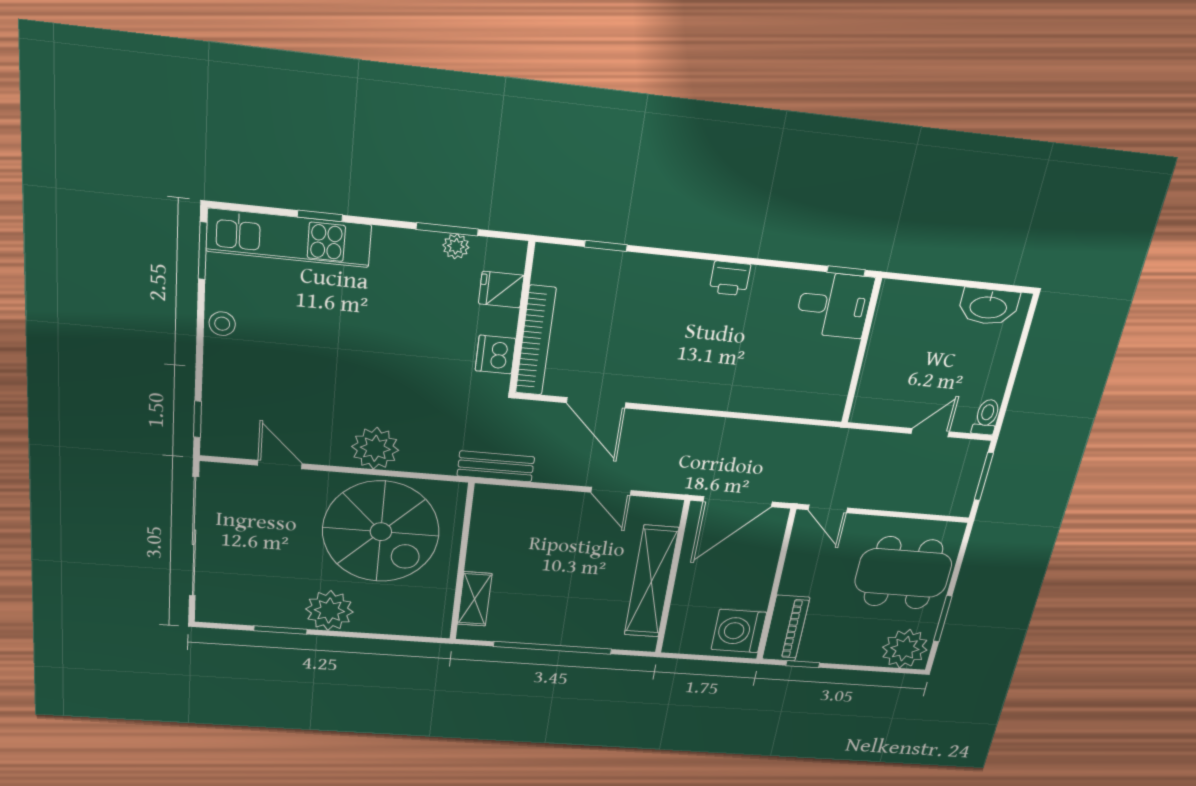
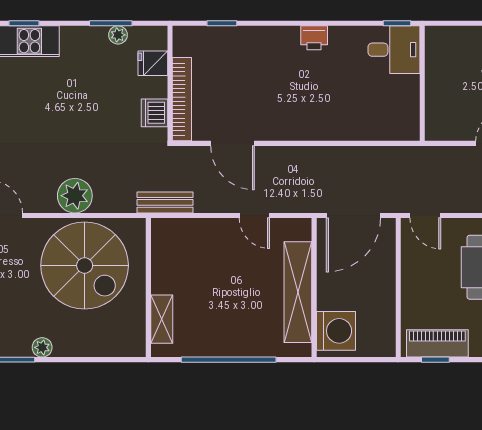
plant: (329, 611) -> (42, 347), width x0.53, depth x0.53
piano: (786, 628) -> (437, 343), moved, turned -90
washing machine: (739, 631) -> (336, 331), moved, turned 180

